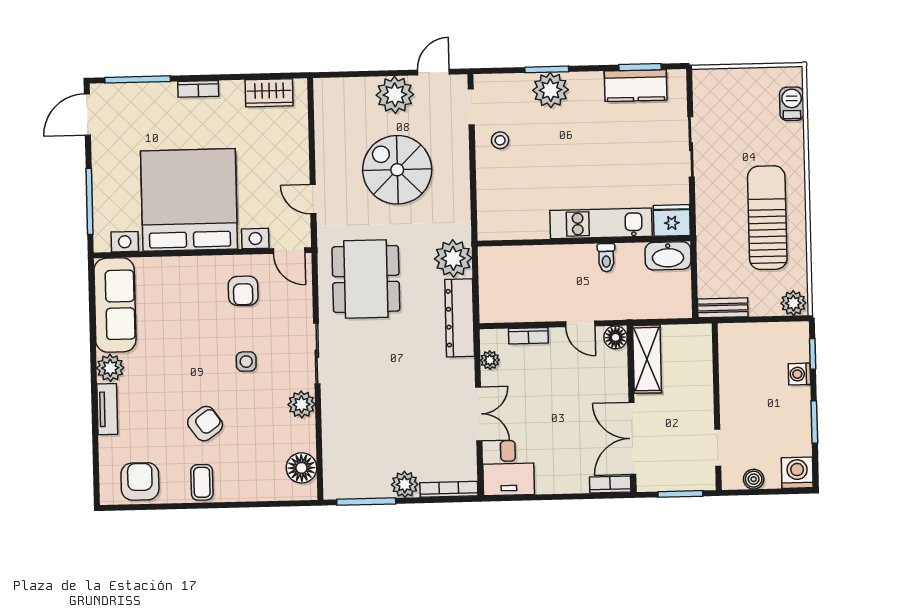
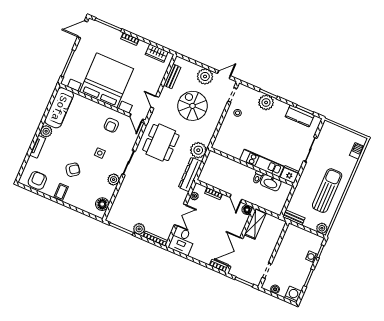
bench: (325, 127) -> (172, 76), added
washbasin: (668, 256) -> (271, 183), moved

